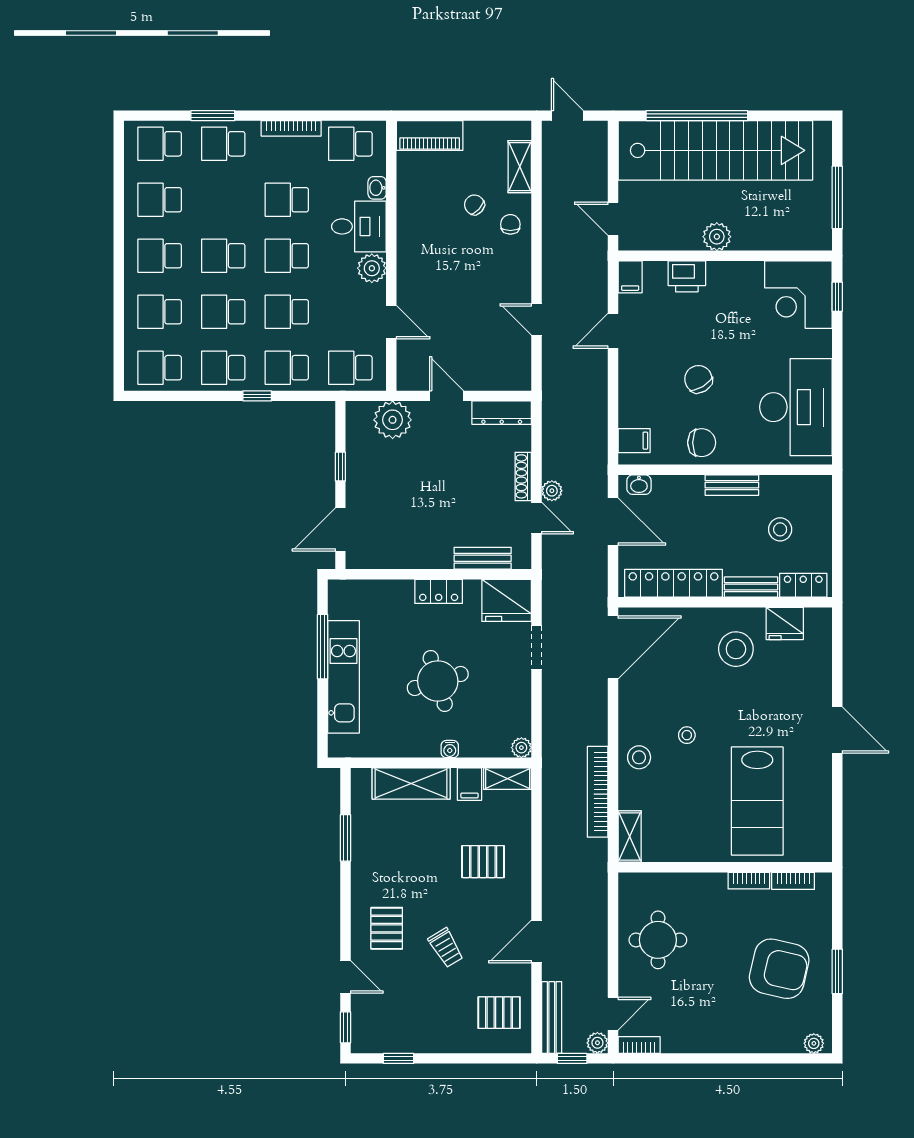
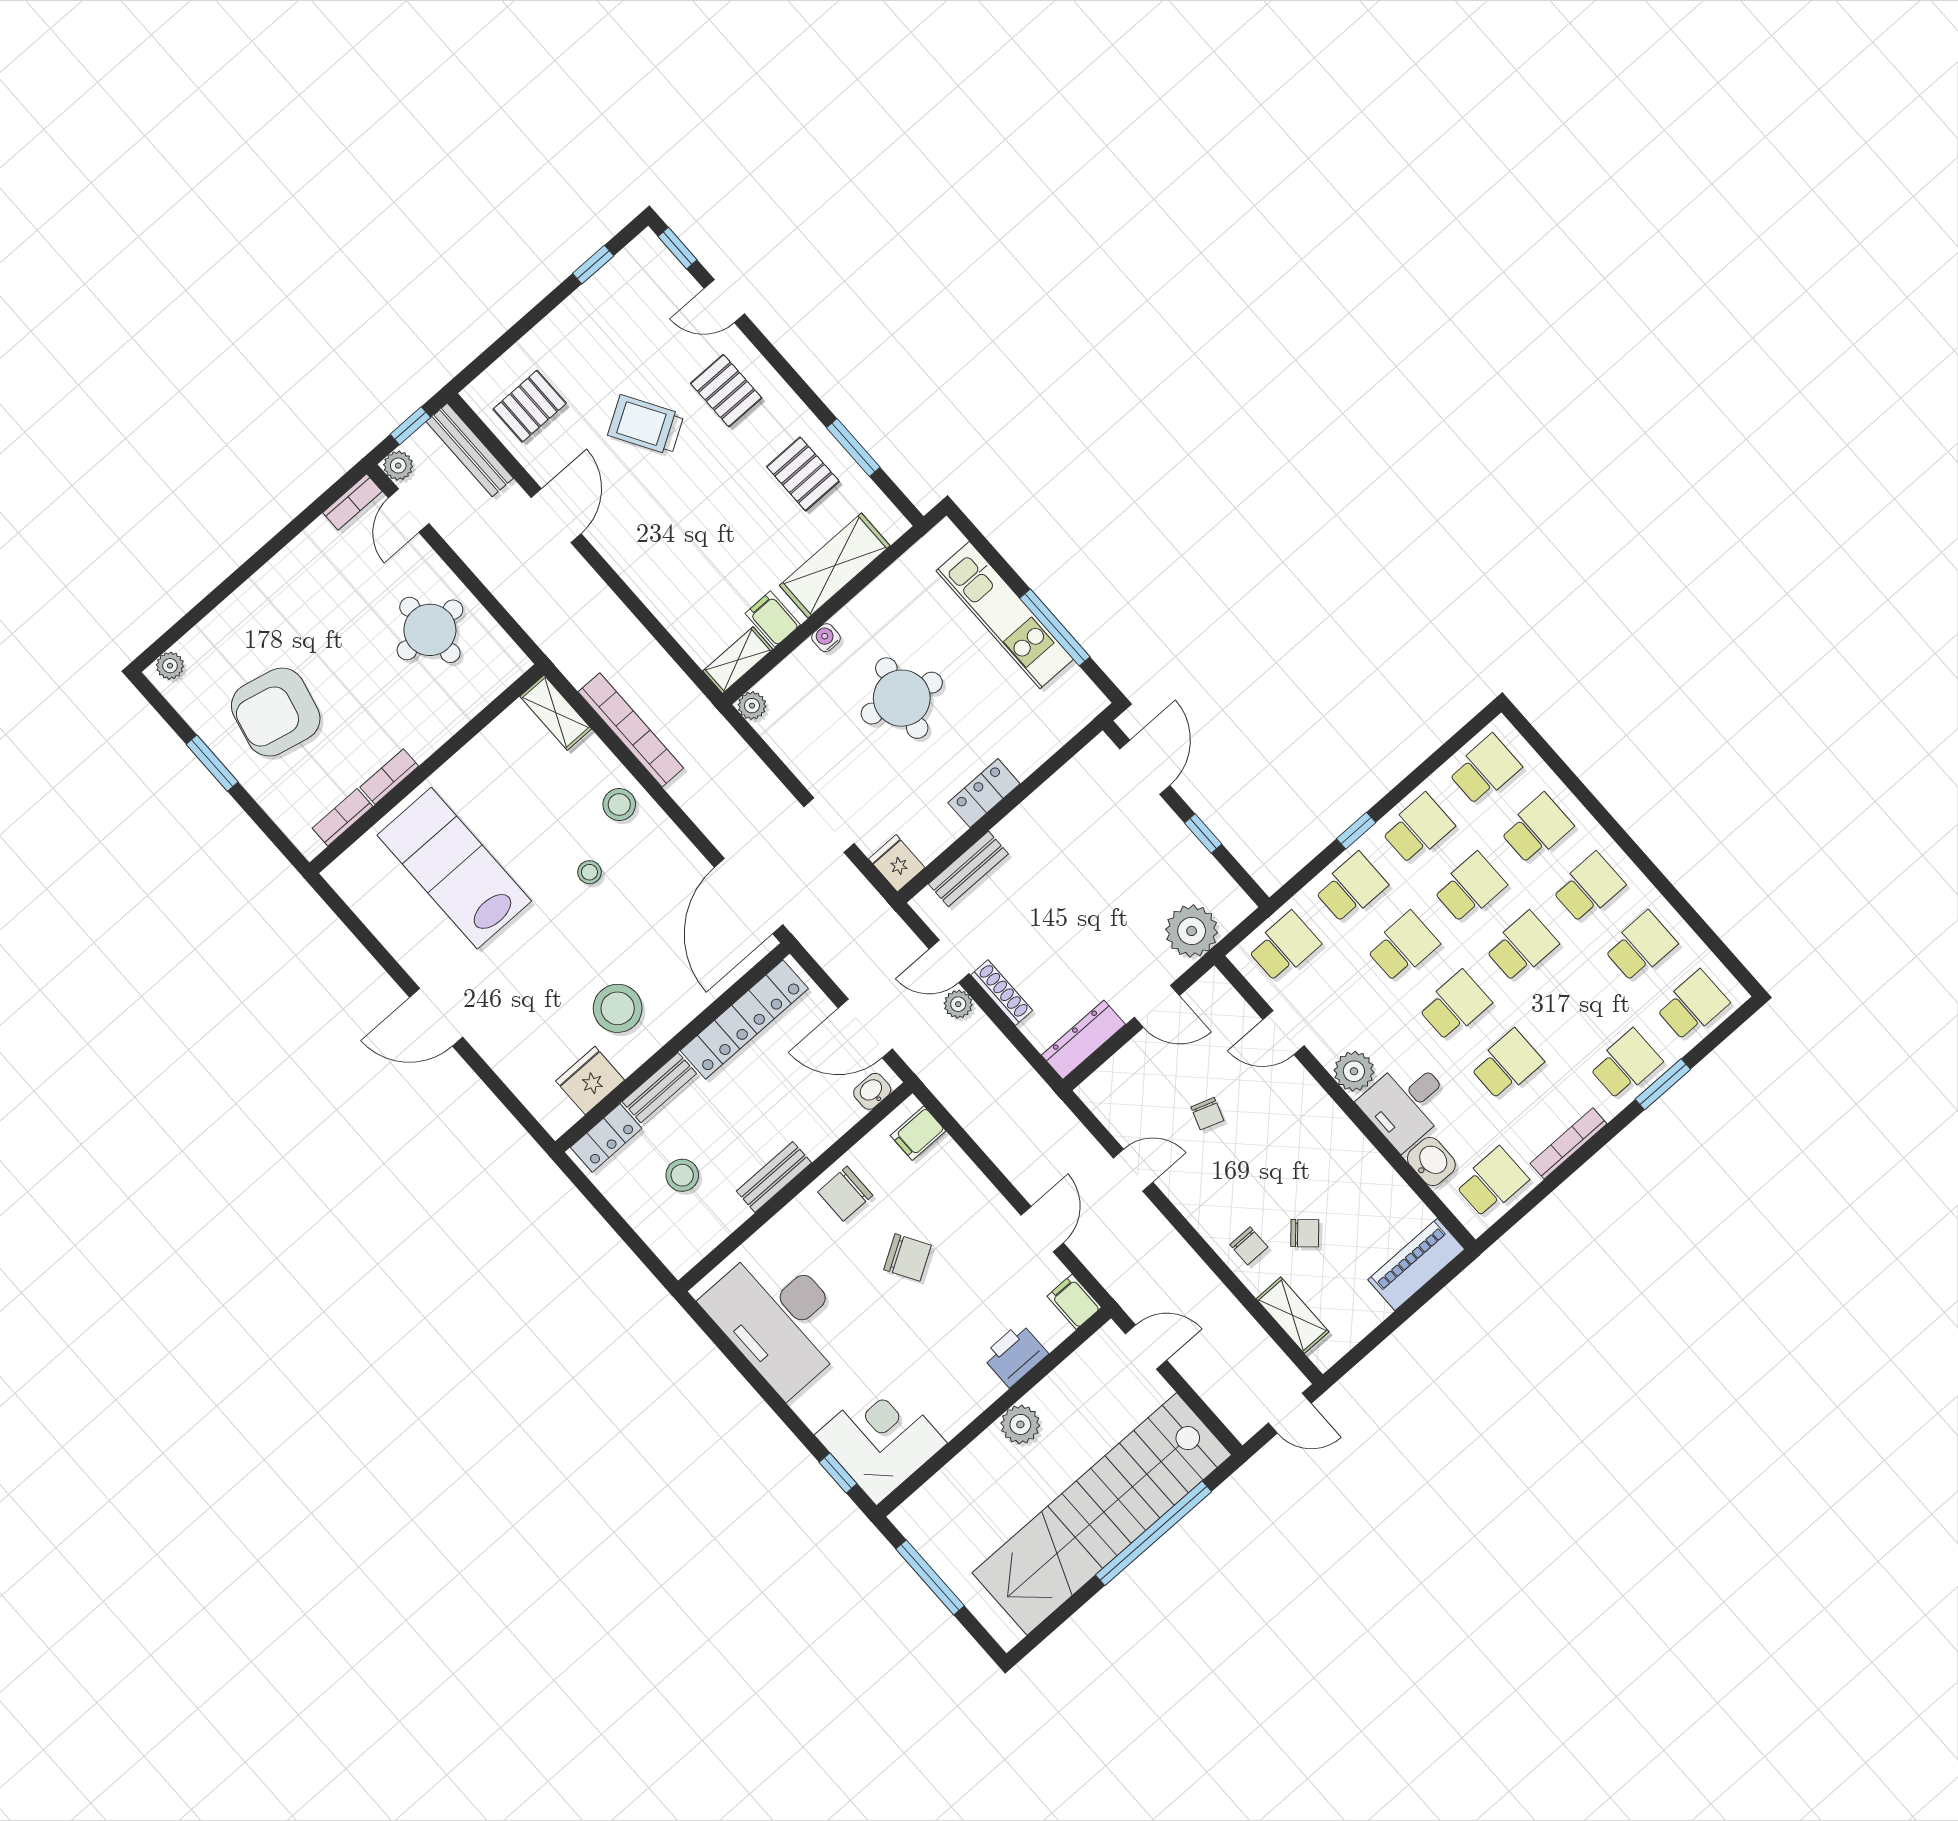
washbasin: (377, 188) -> (1431, 1162), width x1.38, depth x1.45
chair: (470, 315) -> (1207, 1114), added
fridge: (507, 600) -> (897, 863), width x0.53, depth x0.75
round table: (438, 681) -> (902, 698), turned 31
pallet: (483, 862) -> (803, 474), moved, turned 90
trolley: (446, 948) -> (646, 425), width x1.36, depth x1.39

